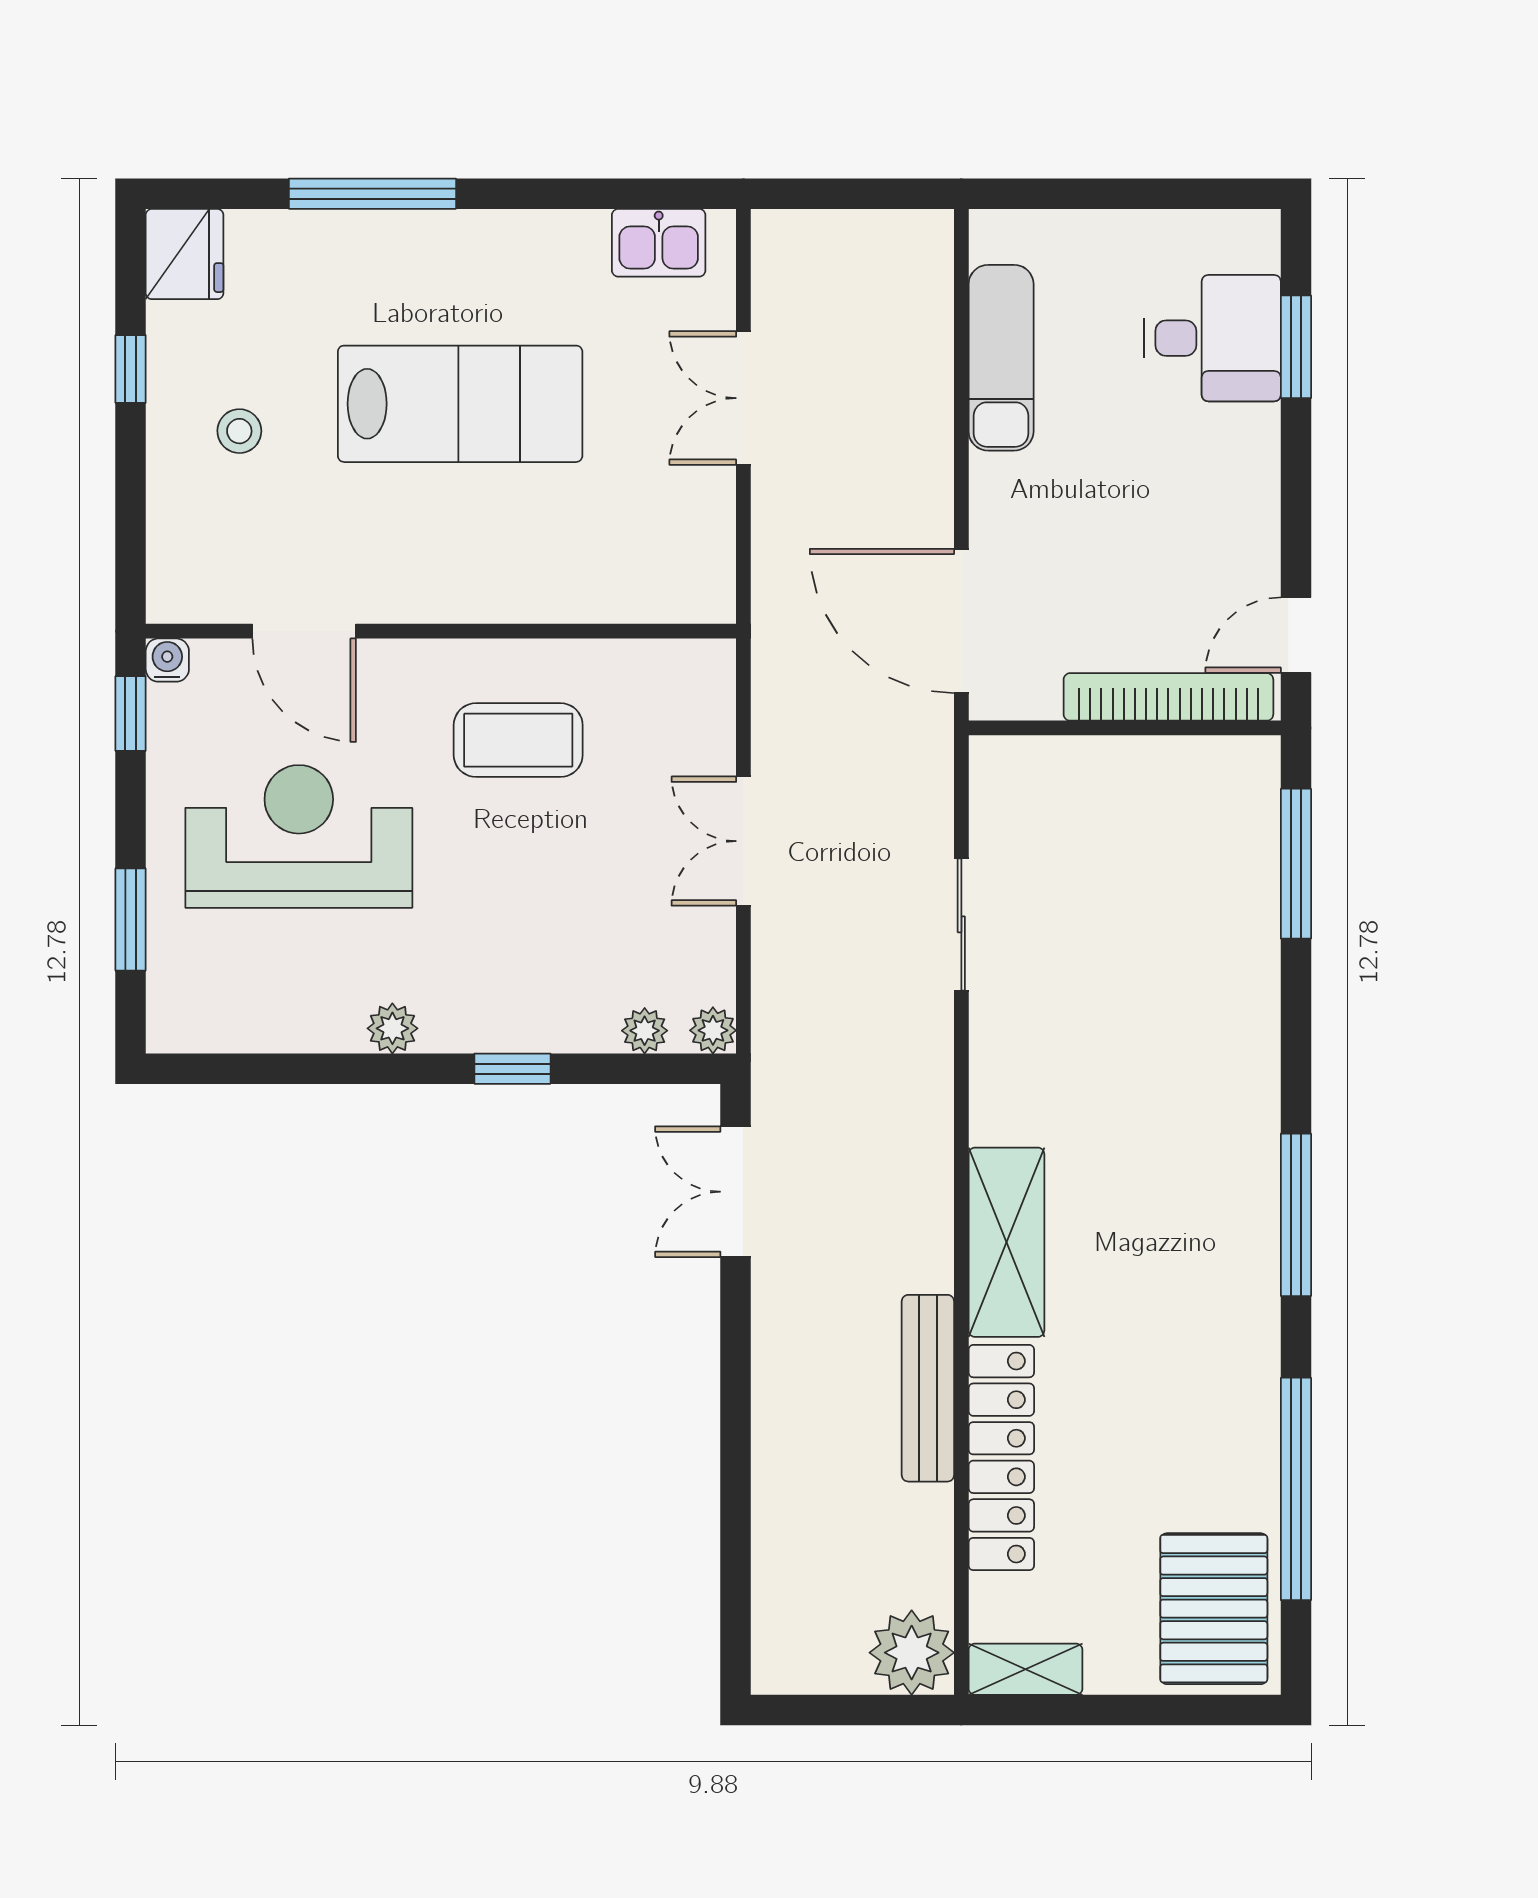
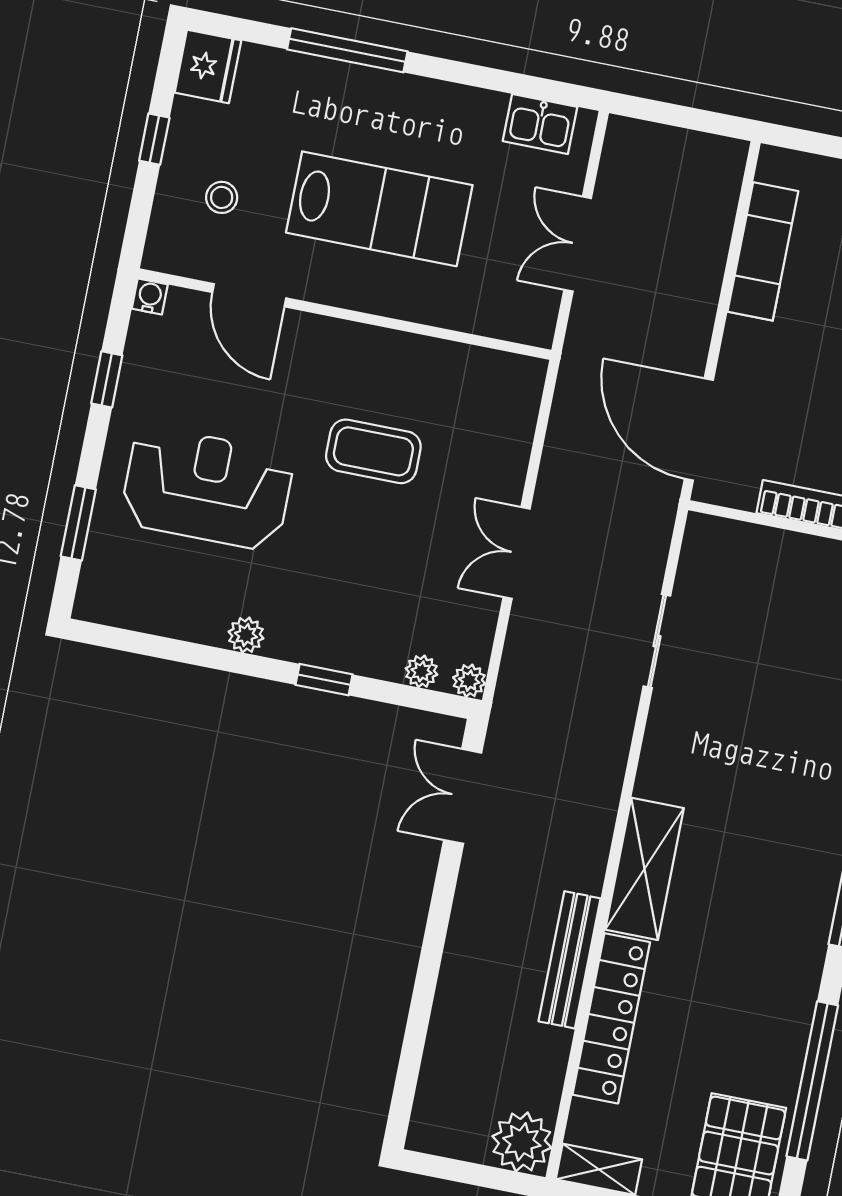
door: (304, 631) -> (249, 295), moved
wall: (441, 631) -> (345, 314), moved
water cooler: (167, 660) -> (150, 297), moved

